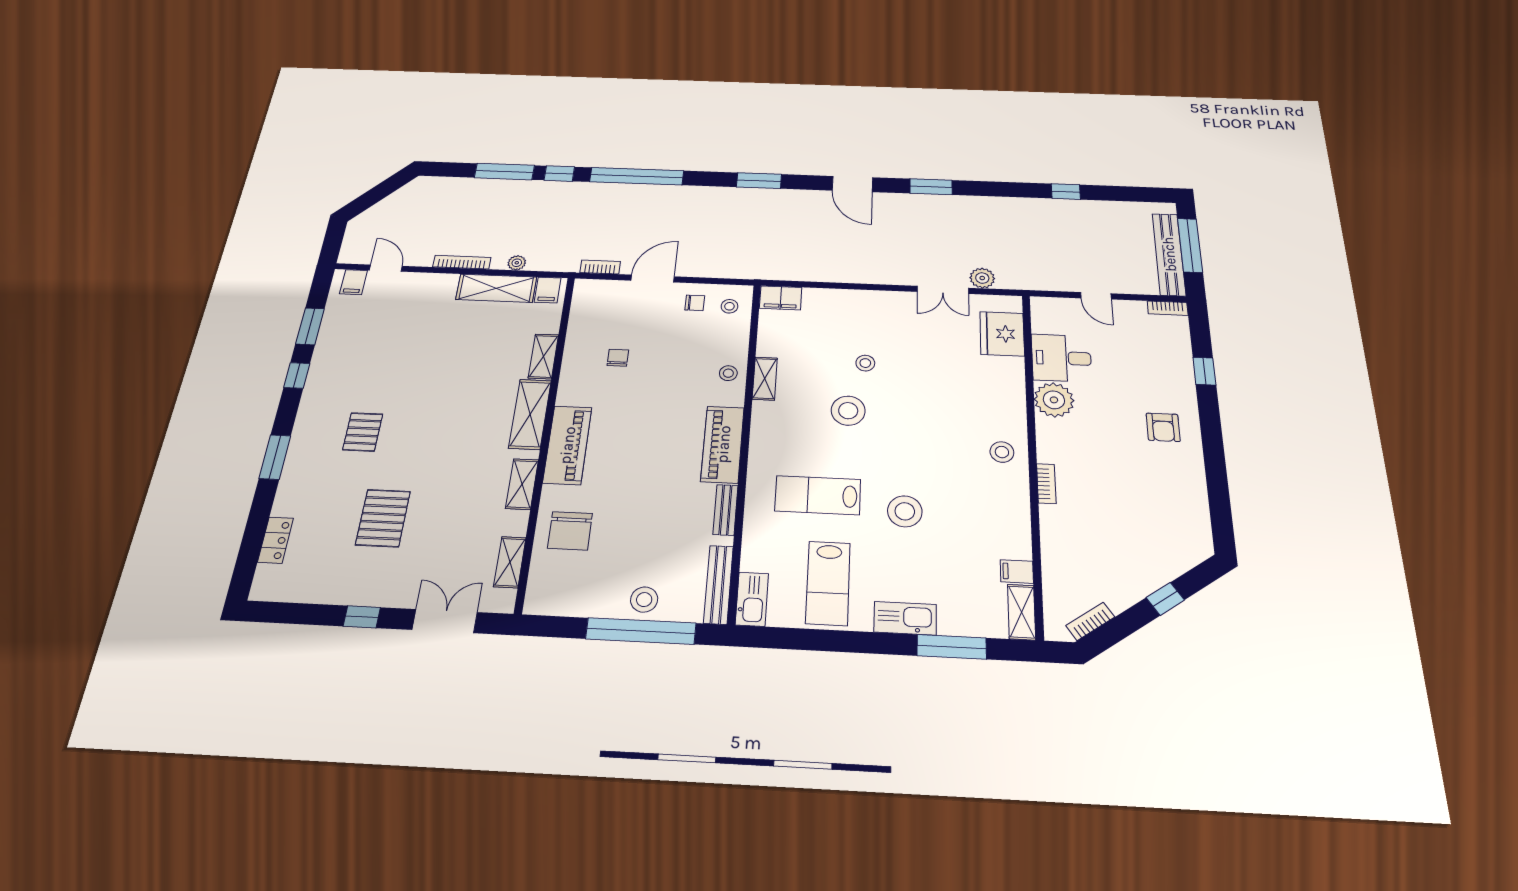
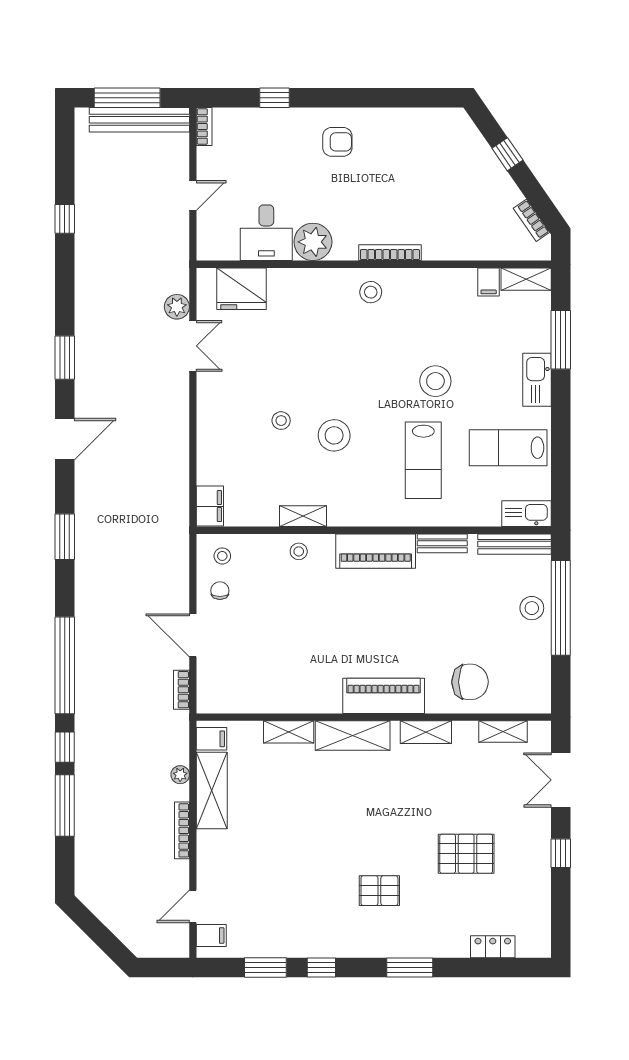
chair: (618, 358) -> (287, 660), removed
bookcase: (1046, 484) -> (390, 253), width x1.56
lab bench: (828, 583) -> (508, 448), turned 180

